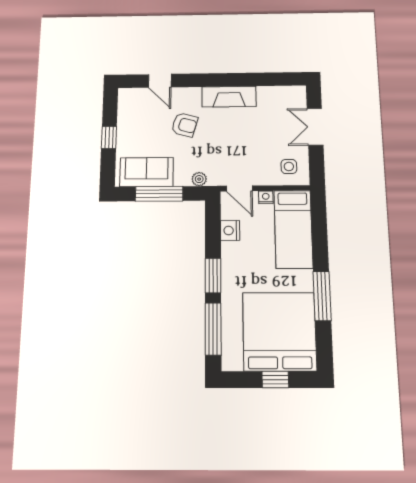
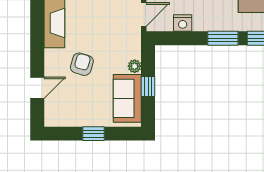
plant: (199, 179) -> (135, 66), moved
window: (159, 194) -> (148, 86), width x0.46

